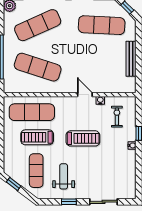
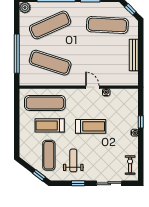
exercise bike: (117, 117) -> (130, 165), moved
window: (14, 184) -> (39, 175), moved

